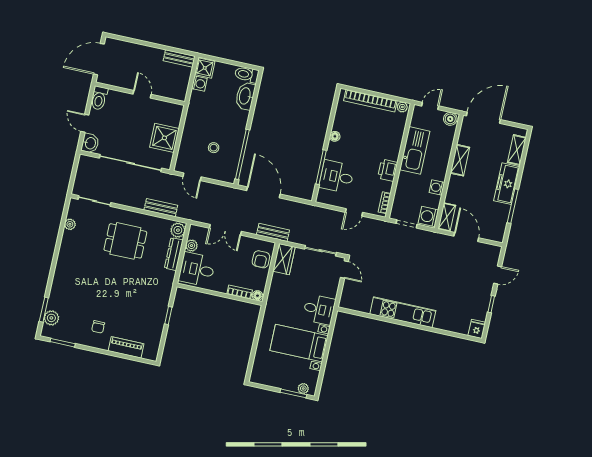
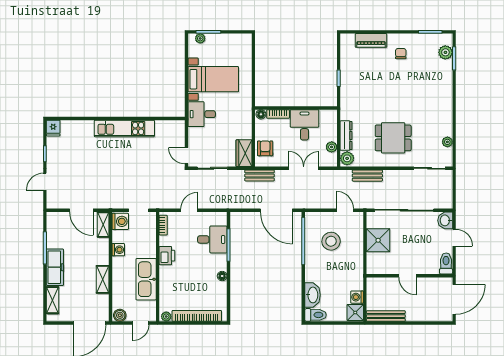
bench: (179, 58) -> (386, 316), width x1.36
stool: (214, 148) -> (331, 241), width x1.89, depth x1.89
desk: (197, 269) -> (305, 125), moved, turned -90

